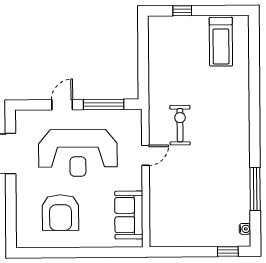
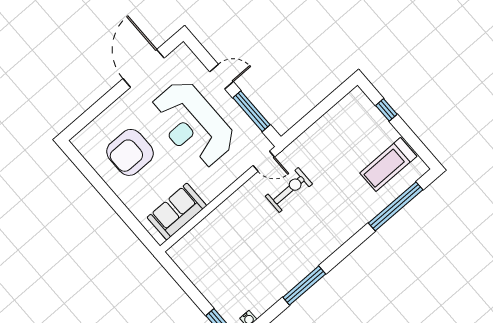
window: (254, 61) -> (396, 206), added
door: (146, 155) -> (264, 161), moved
window: (255, 189) -> (304, 286), moved

